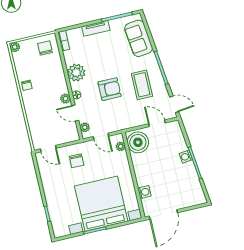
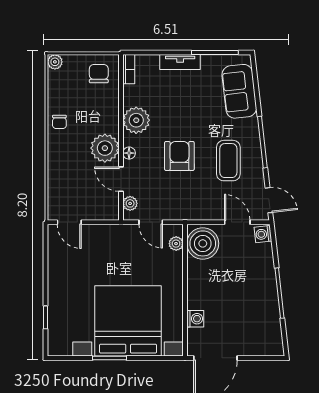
armchair: (110, 89) -> (179, 156), turned -90
plant: (65, 99) -> (105, 148), width x1.88, depth x1.88
washing machine: (186, 157) -> (263, 234), moved
chair: (77, 161) -> (107, 250), removed

